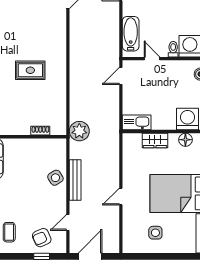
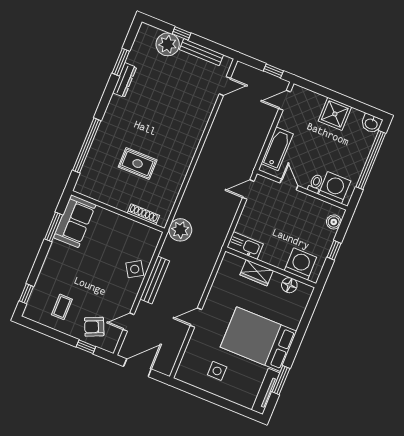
rug: (30, 70) -> (138, 164), moved
shoe rack: (40, 131) -> (143, 214), width x1.43

